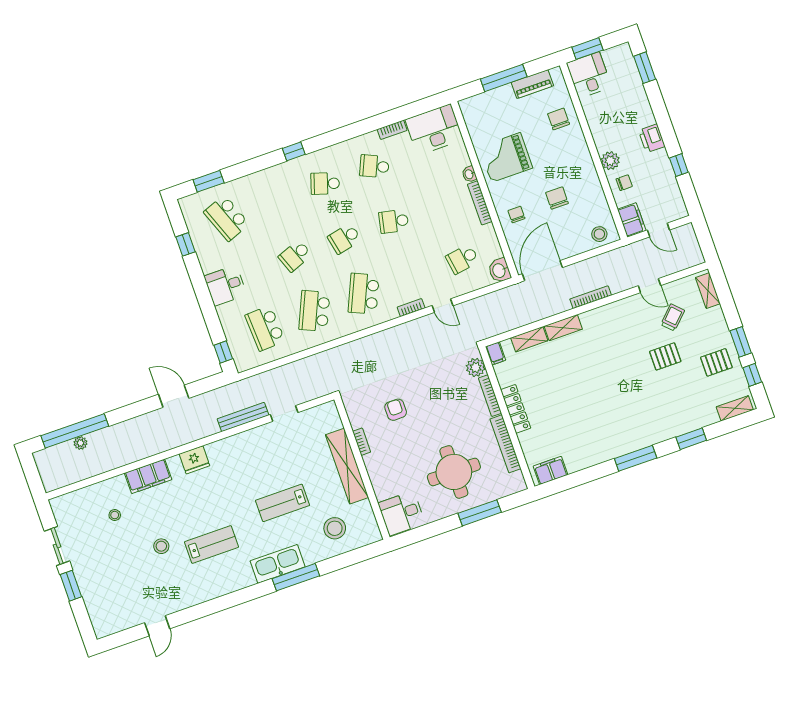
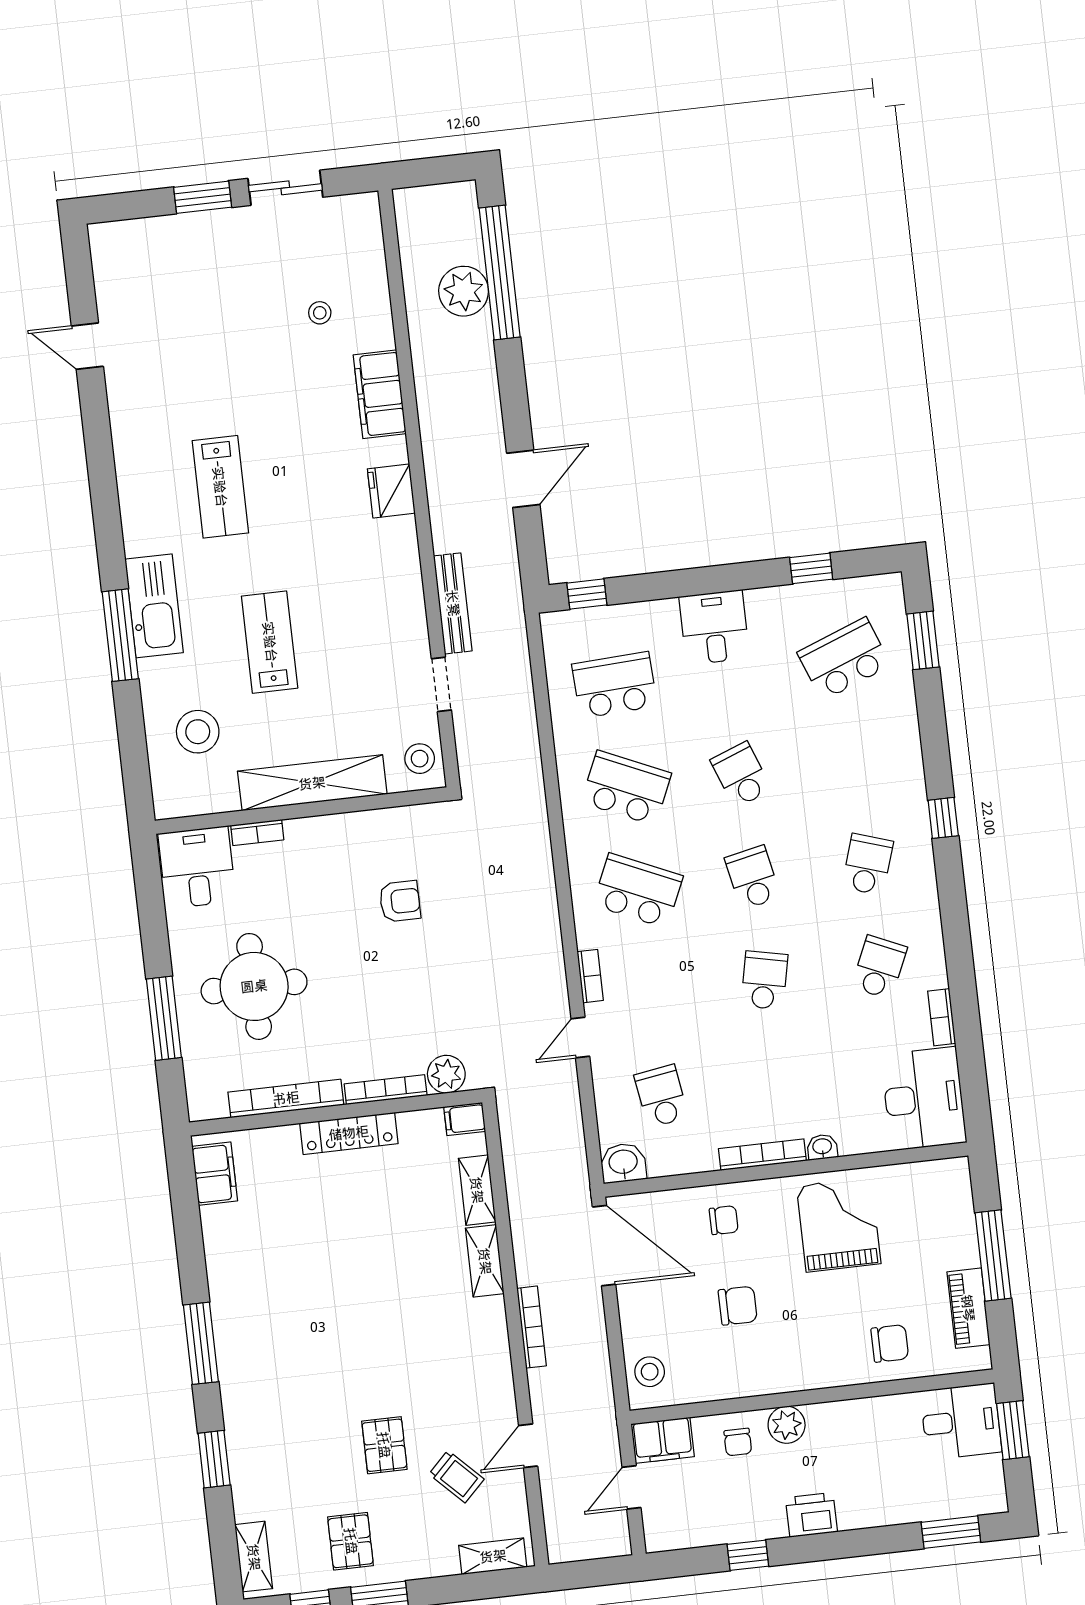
bookcase: (362, 442) -> (257, 833), moved
plant: (80, 443) -> (464, 291), width x1.87, depth x1.87
stool: (161, 546) -> (420, 759), moved

